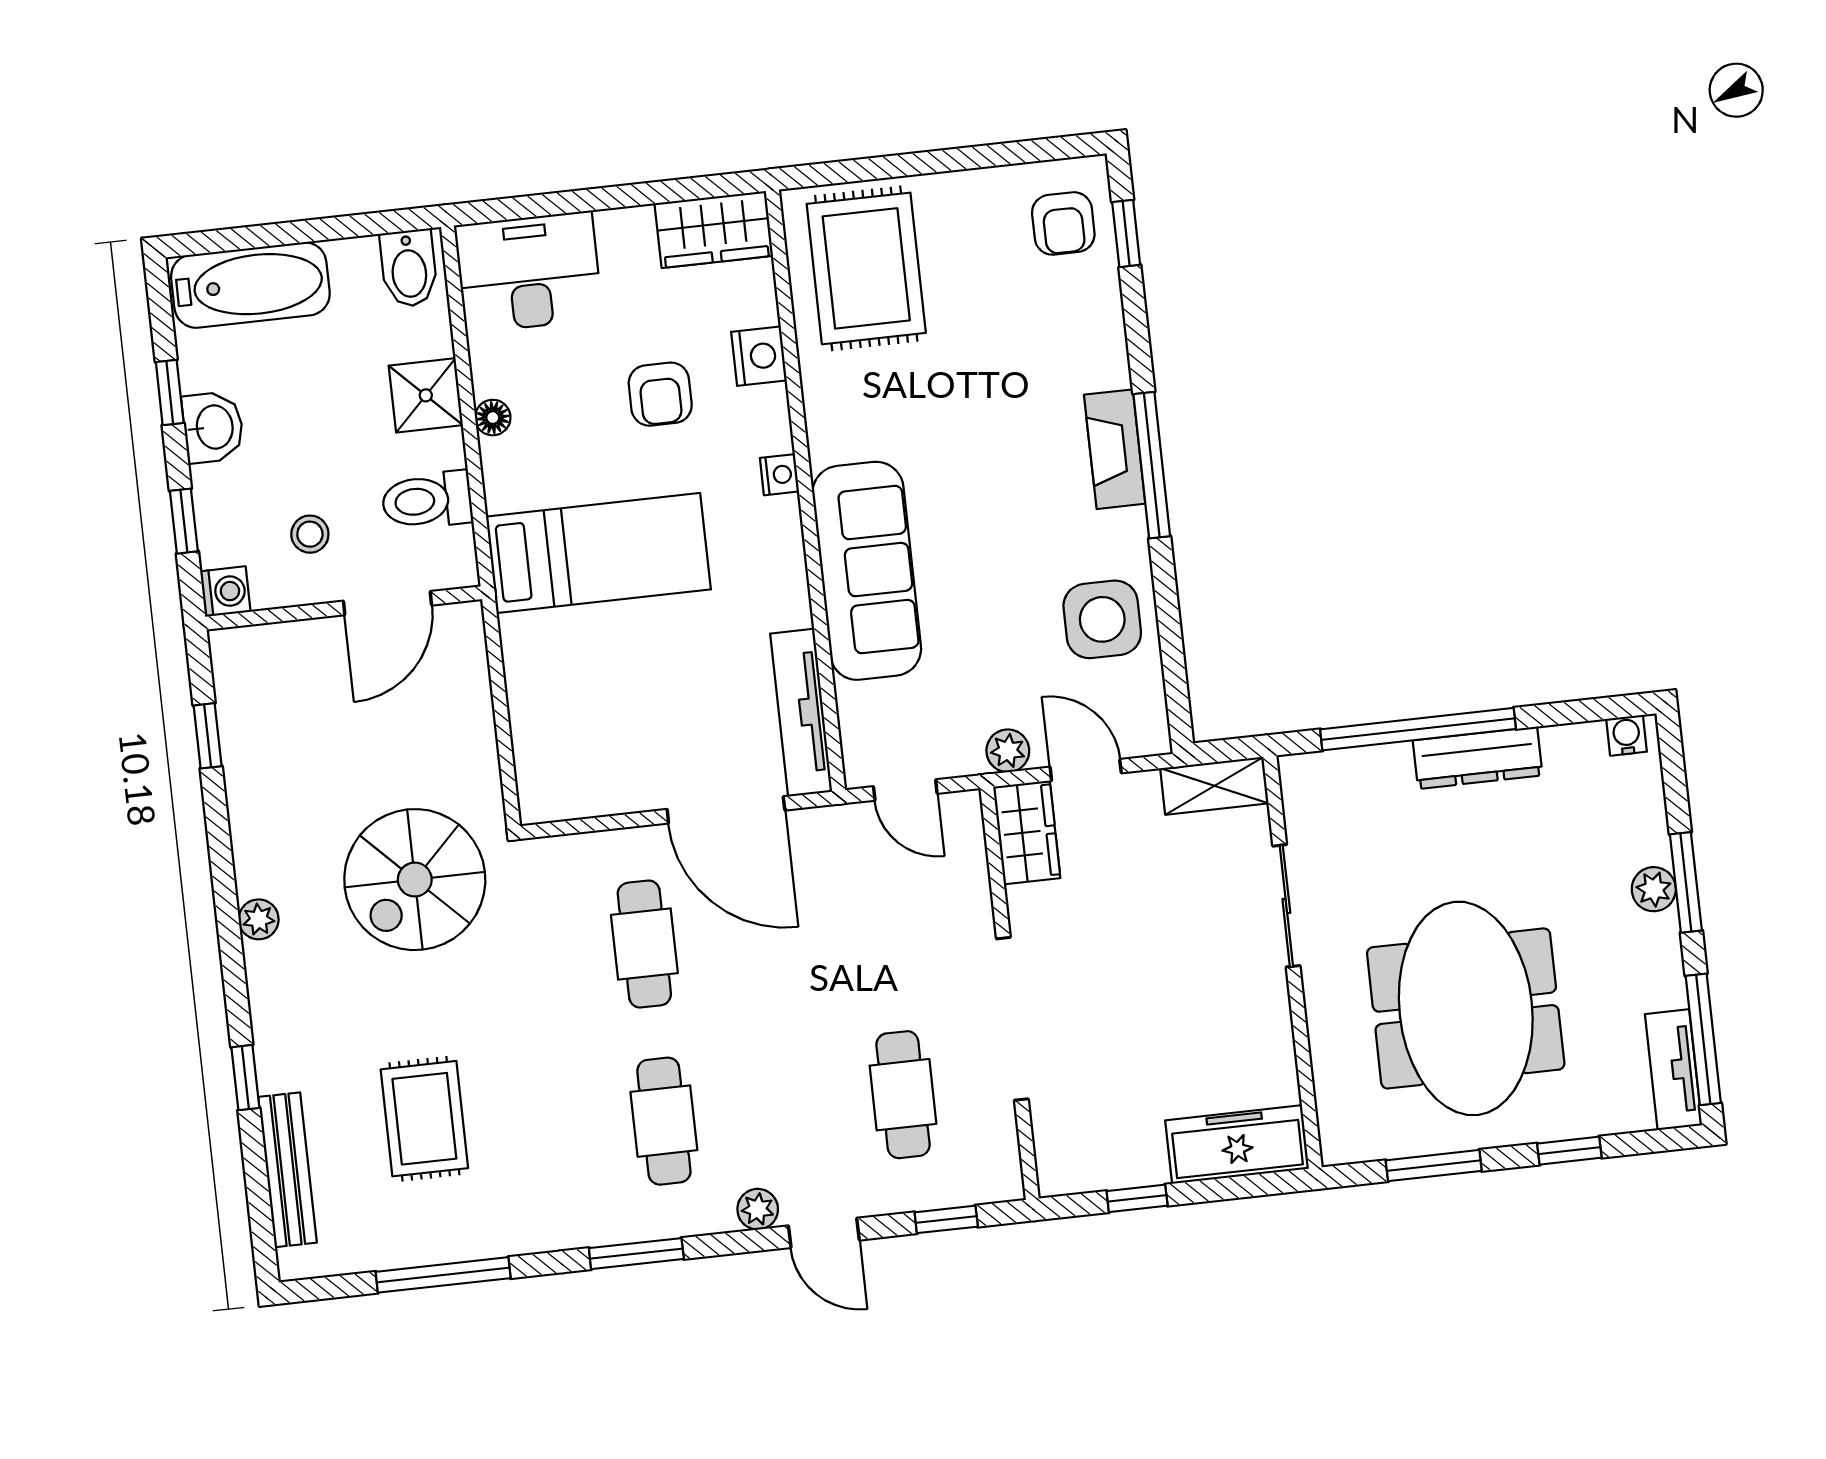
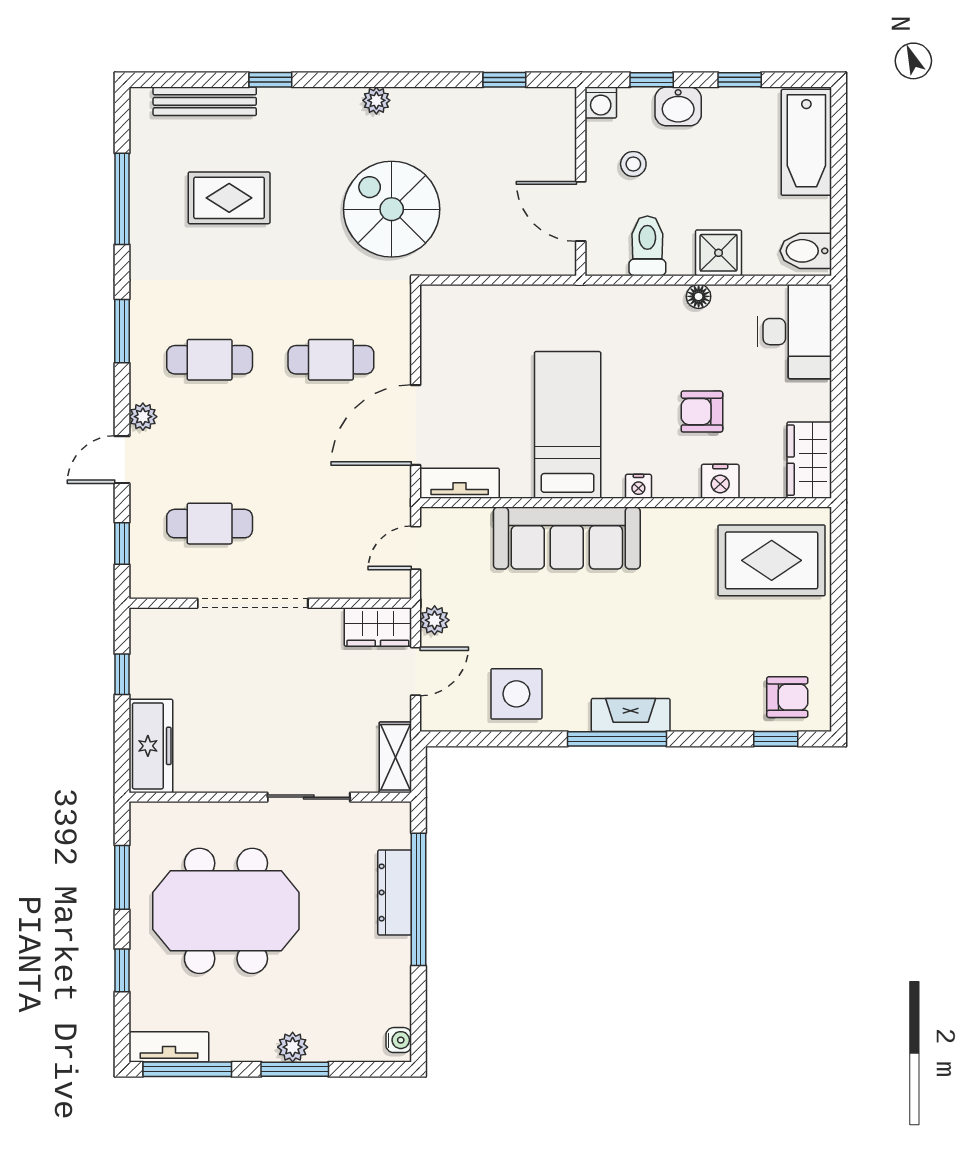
armchair: (1063, 223) -> (787, 697), turned 180
washbasin: (213, 427) -> (678, 106), moved
bed: (598, 553) -> (568, 425), moved, turned 180
tv unit: (801, 713) -> (460, 483), width x0.71
dresser: (1478, 758) -> (395, 893), moved

